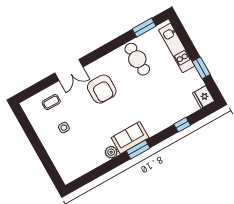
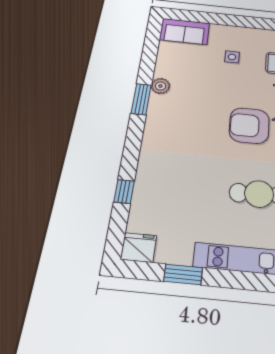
sofa: (130, 138) -> (185, 31), moved, turned 90
window: (138, 149) -> (141, 99), moved

